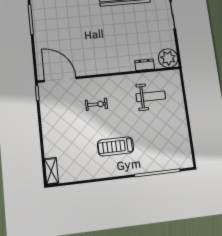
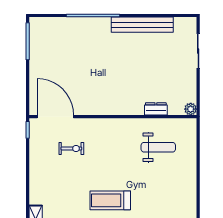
plant: (168, 58) -> (191, 109), width x0.53, depth x0.53
exercise bike: (96, 104) -> (71, 148), moved

